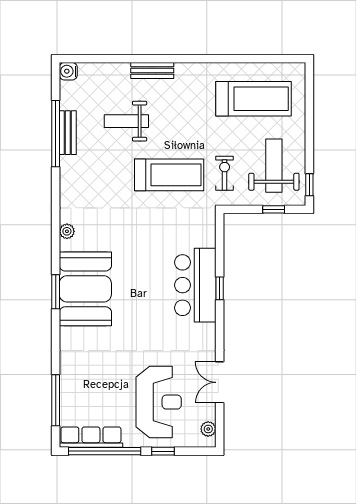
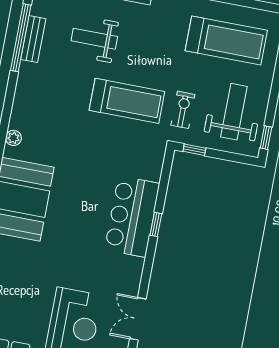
window: (274, 209) -> (194, 150), moved

